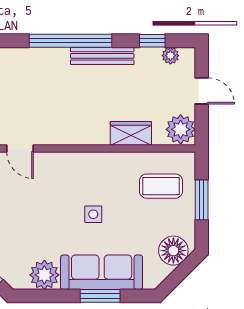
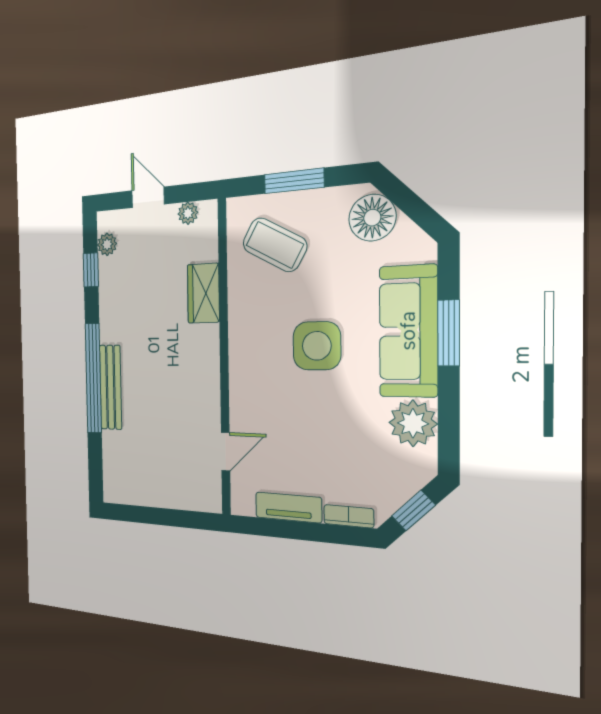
bench: (102, 56) -> (111, 387), moved
door: (202, 91) -> (148, 197), hinge flipped
plant: (181, 129) -> (188, 213), width x0.53, depth x0.53
coffee table: (161, 186) -> (275, 245), turned -61
side table: (93, 214) -> (317, 346), width x1.87, depth x1.87

